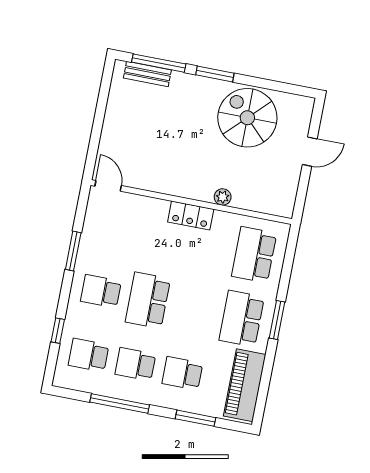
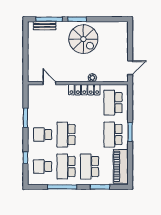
spiral stairs: (247, 118) -> (83, 39), moved, turned 180
door: (310, 152) -> (130, 68), moved
door: (108, 186) -> (49, 83), moved
locker: (191, 216) -> (84, 90), width x1.53
school desk: (135, 364) -> (66, 167), width x1.85
school desk: (182, 373) -> (90, 167), width x1.85

